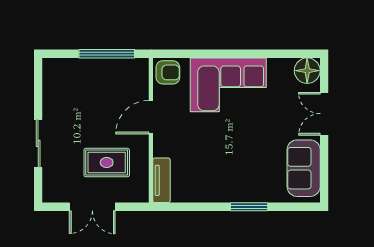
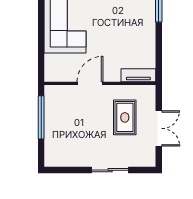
armchair: (168, 72) -> (55, 70), removed
door: (151, 117) -> (90, 83), swing flipped

